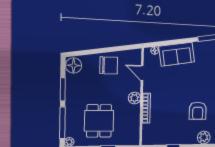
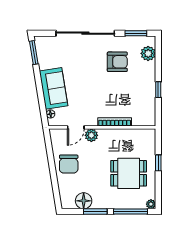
floor lamp: (74, 65) -> (84, 201), moved
chair: (109, 65) -> (69, 164), turned 180
plant: (134, 98) -> (91, 135), moved

